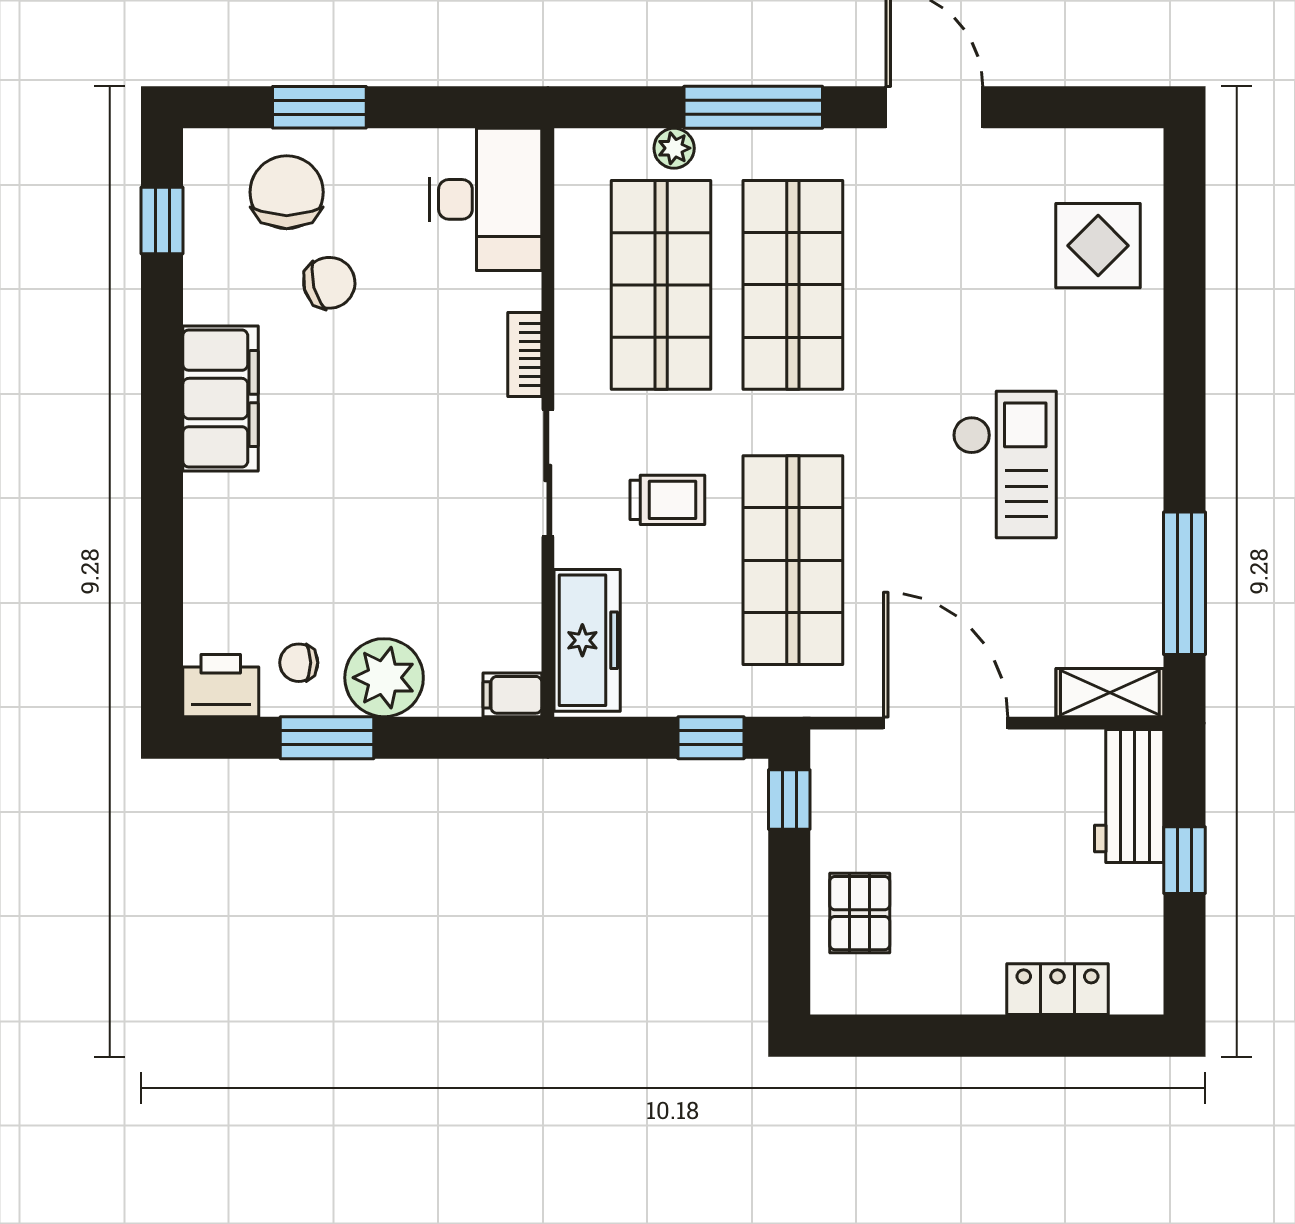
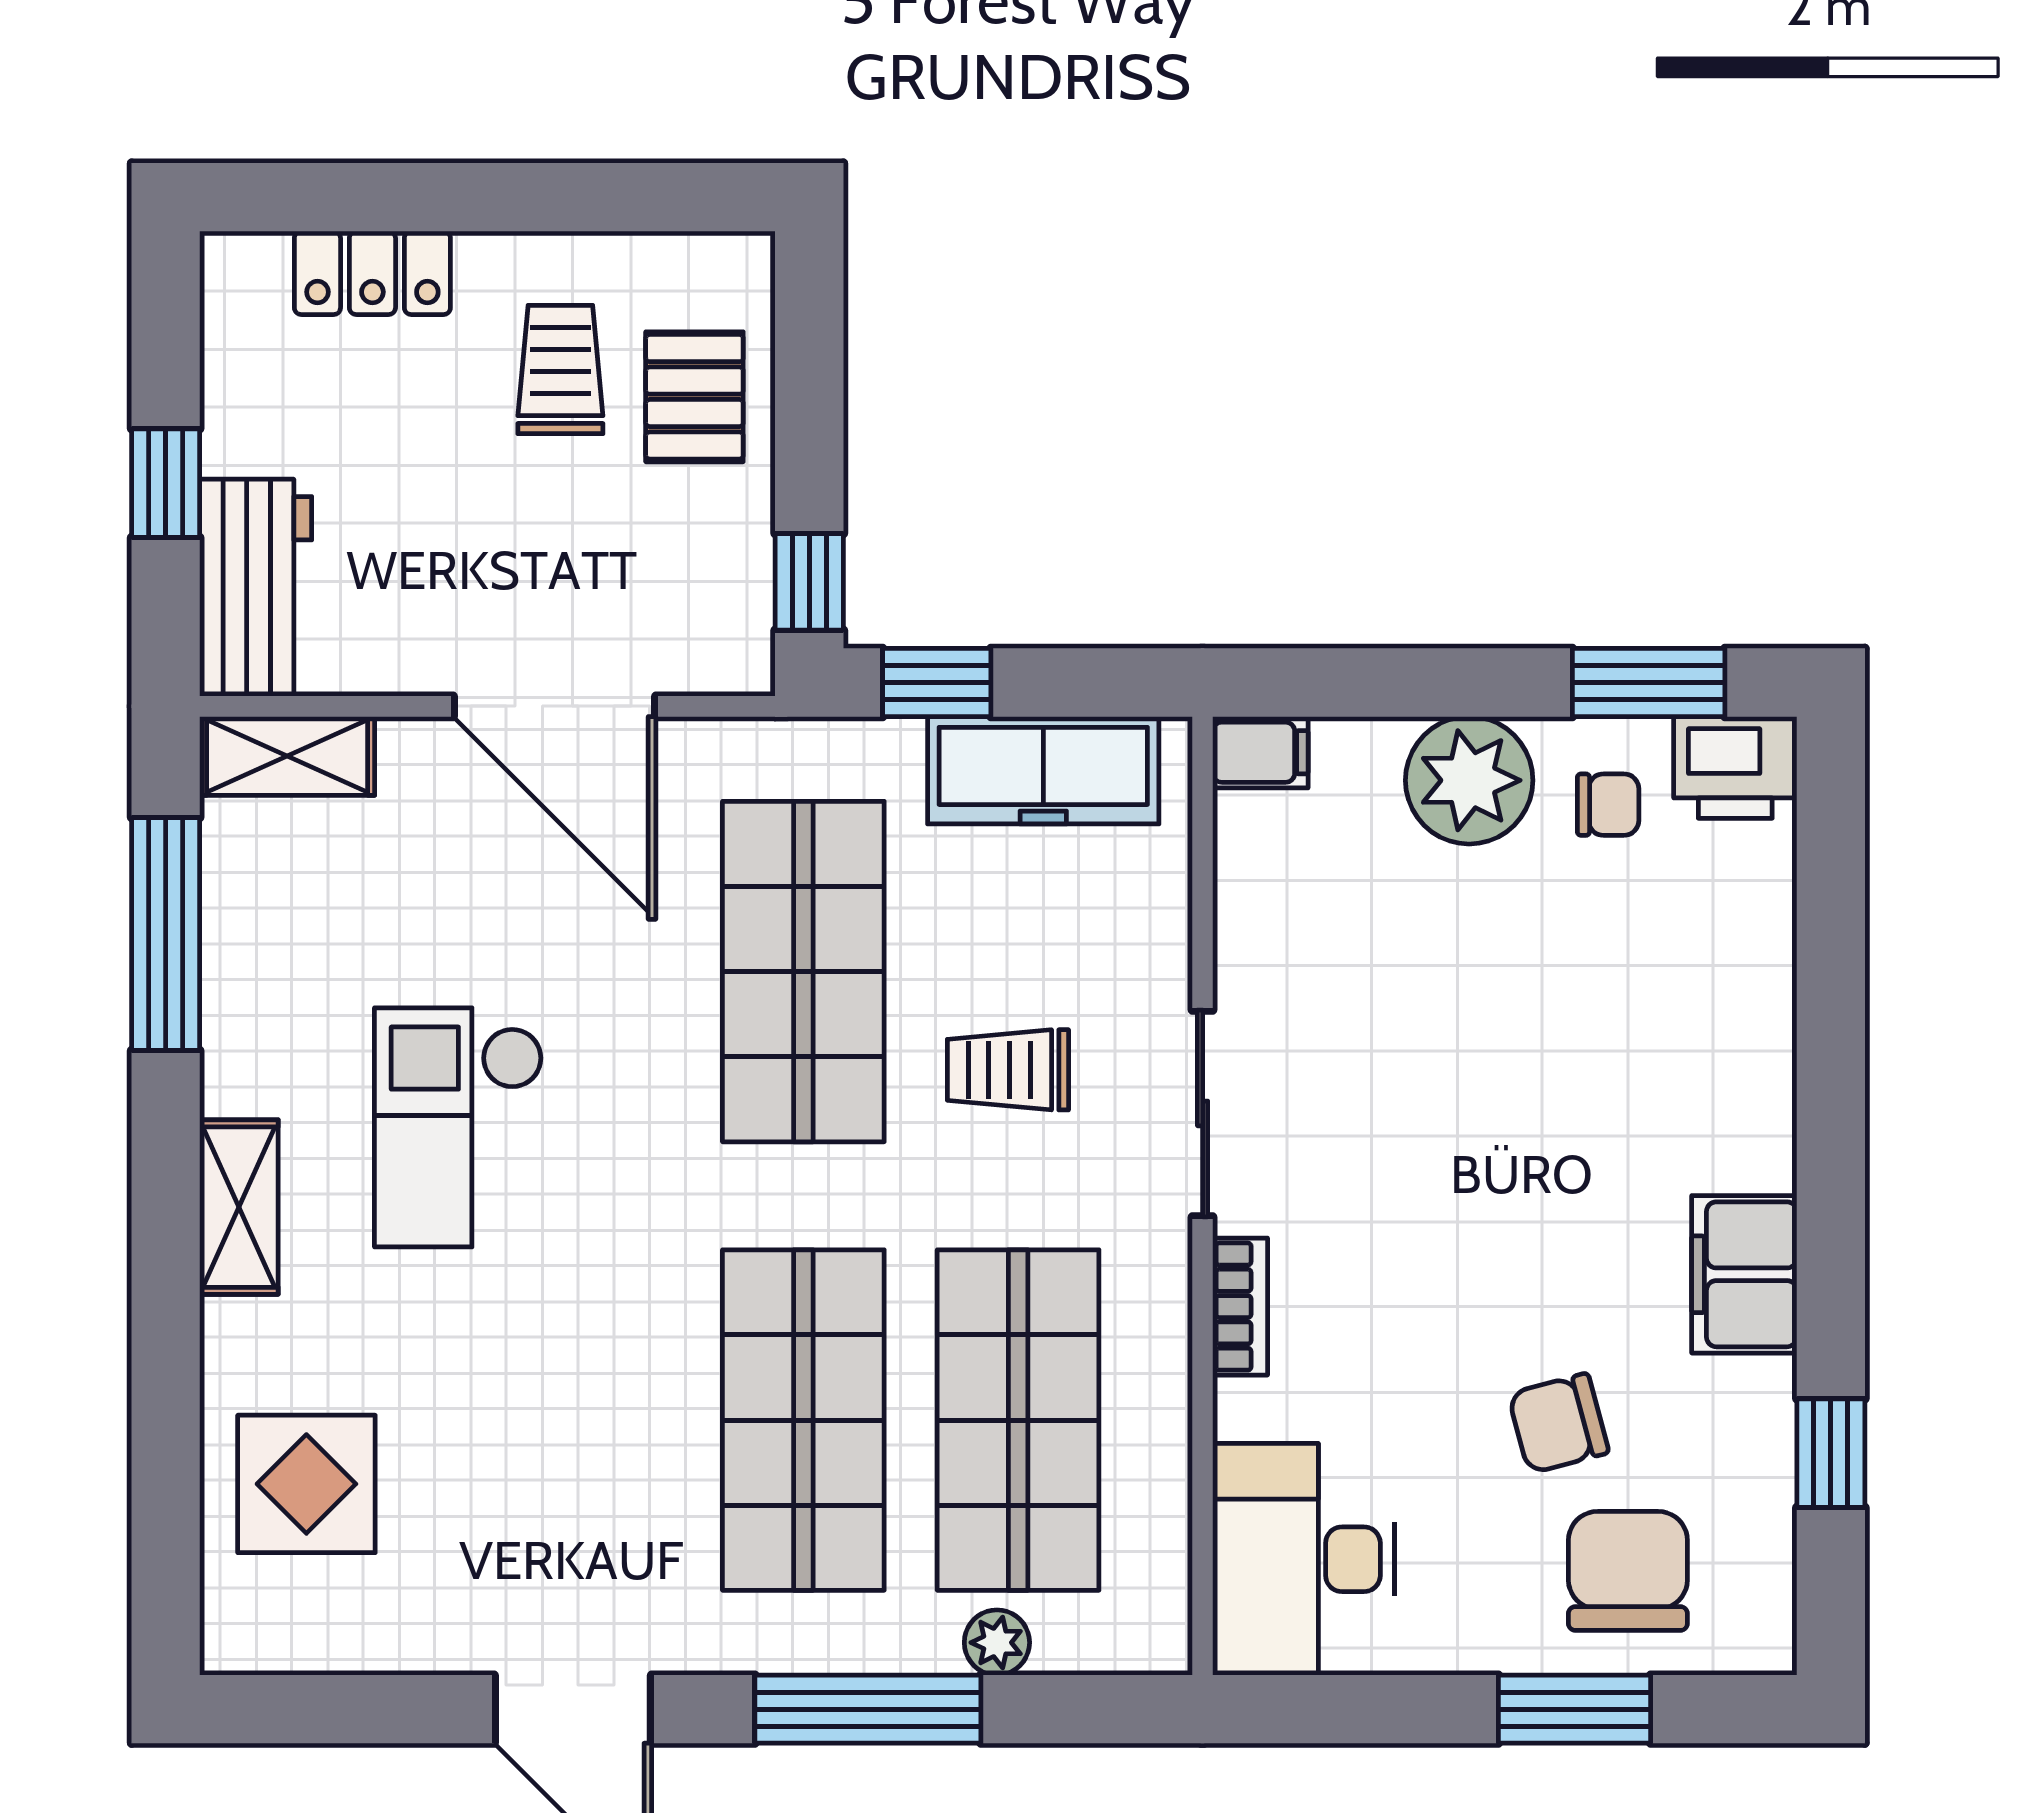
chair: (287, 192) -> (1628, 1571), turned 180
window: (162, 221) -> (1831, 1453), moved
filing cabinet: (221, 399) -> (1744, 1274), width x0.67, depth x0.86
shelving: (1139, 416) -> (239, 1207), added
freezer: (587, 640) -> (1043, 770), moved, turned -90
window: (327, 738) -> (1649, 682), moved
trolley: (942, 930) -> (560, 370), added

